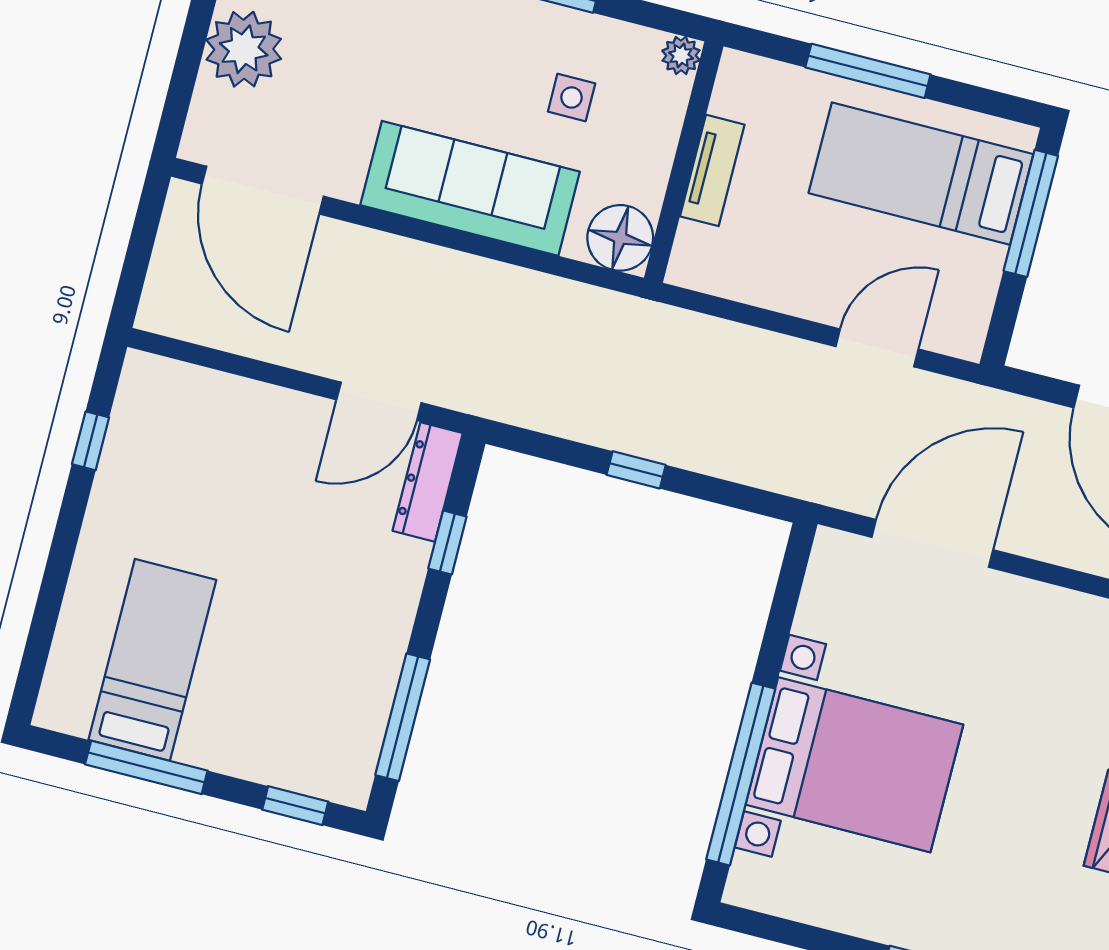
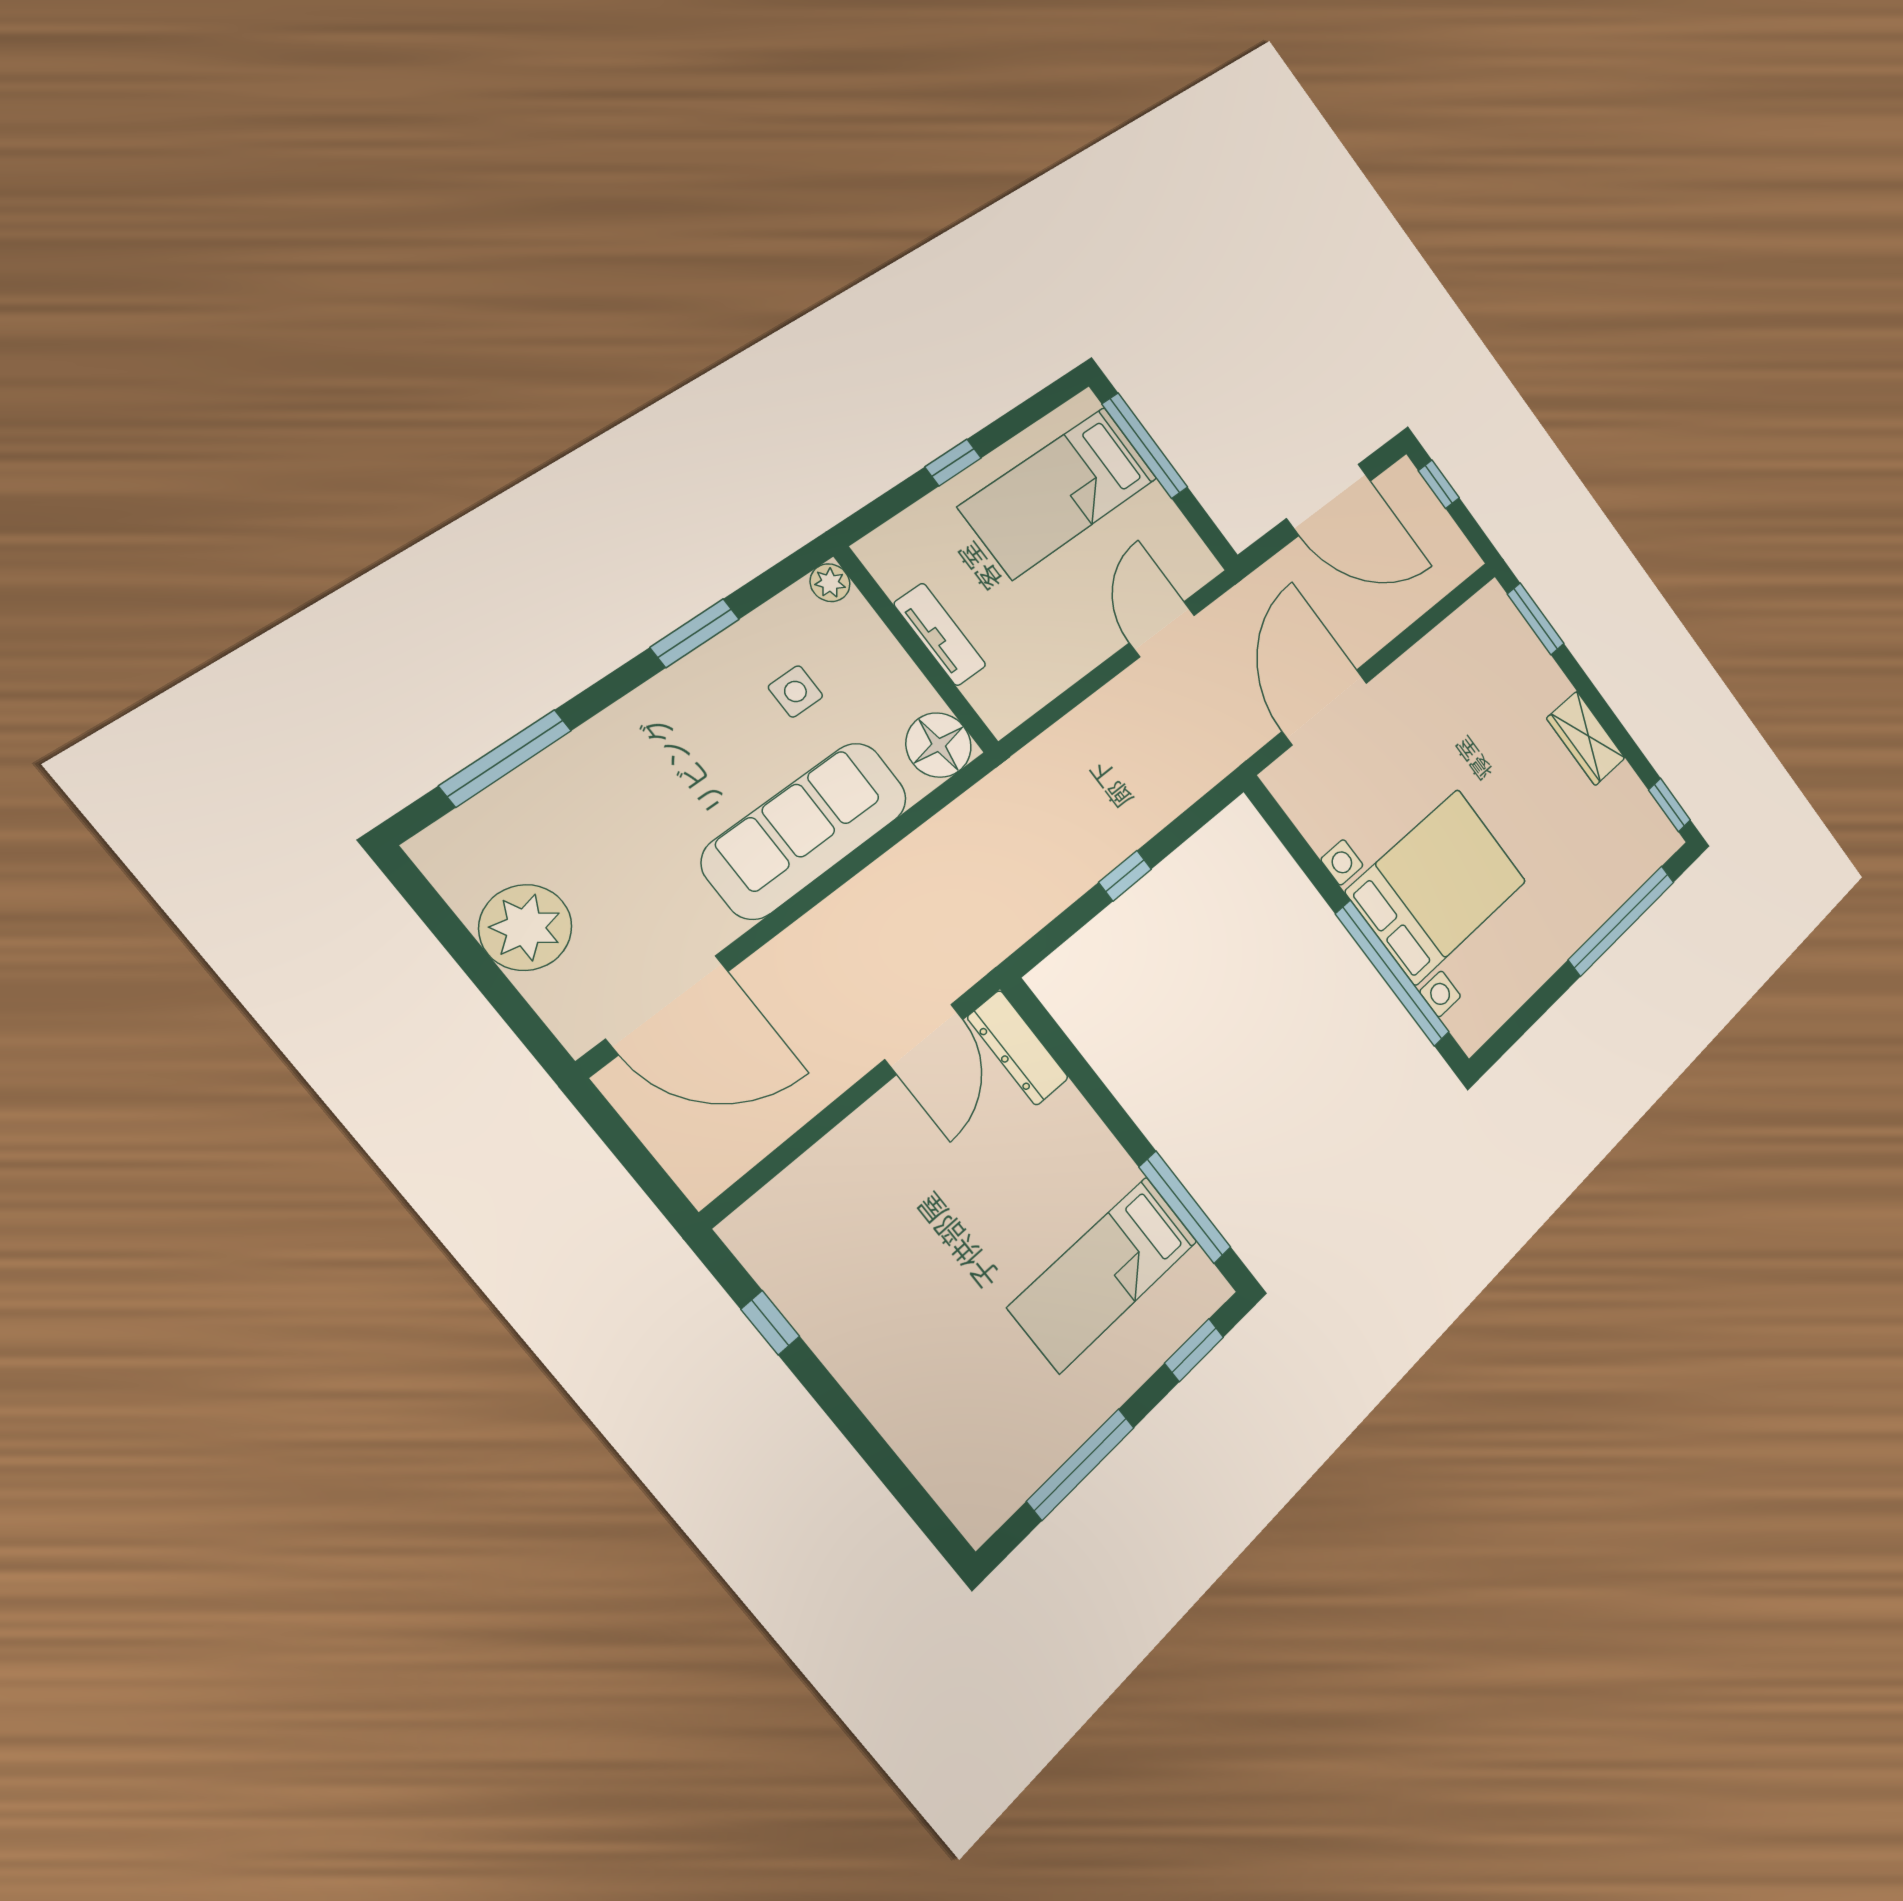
window: (868, 71) -> (953, 462), width x0.46
window: (447, 543) -> (1076, 1068), removed
bed: (152, 660) -> (1104, 1274), moved, turned -90

